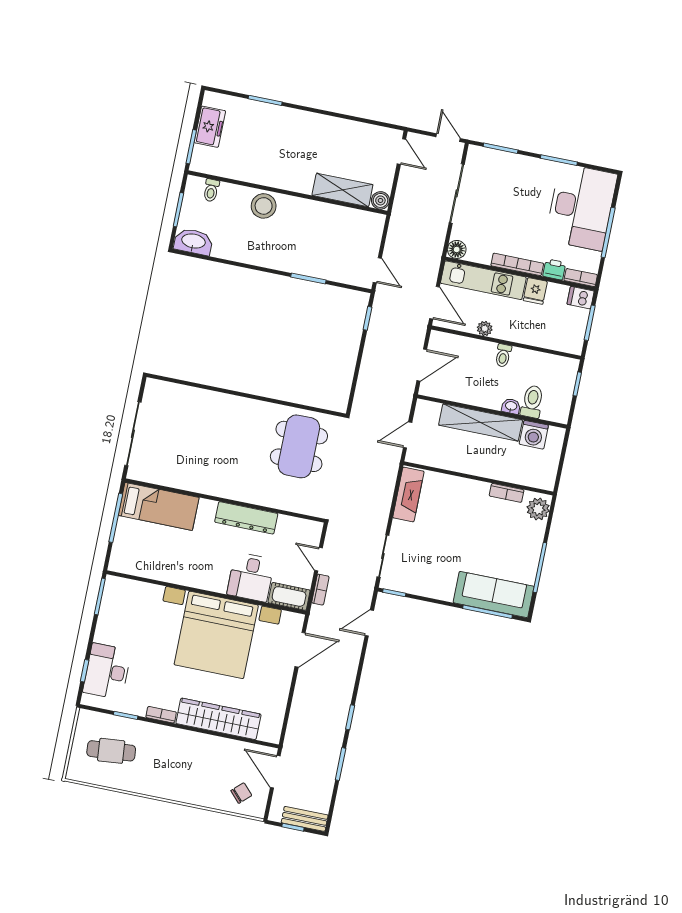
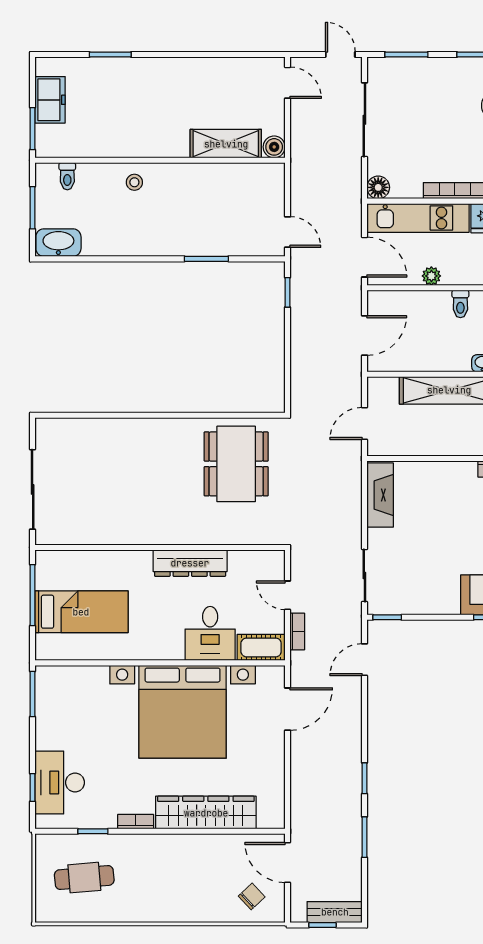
stool: (264, 206) -> (134, 182), width x0.53, depth x0.53
bed: (159, 506) -> (81, 612), moved

